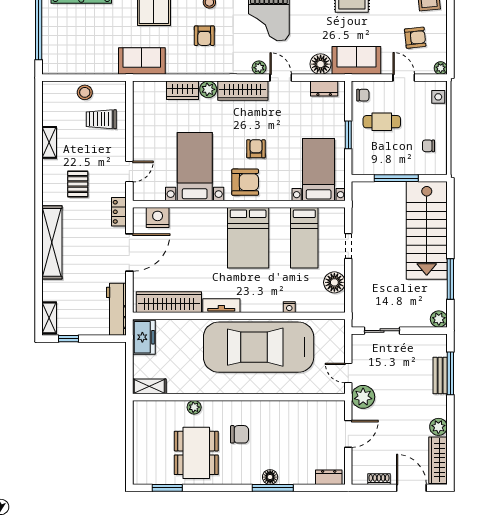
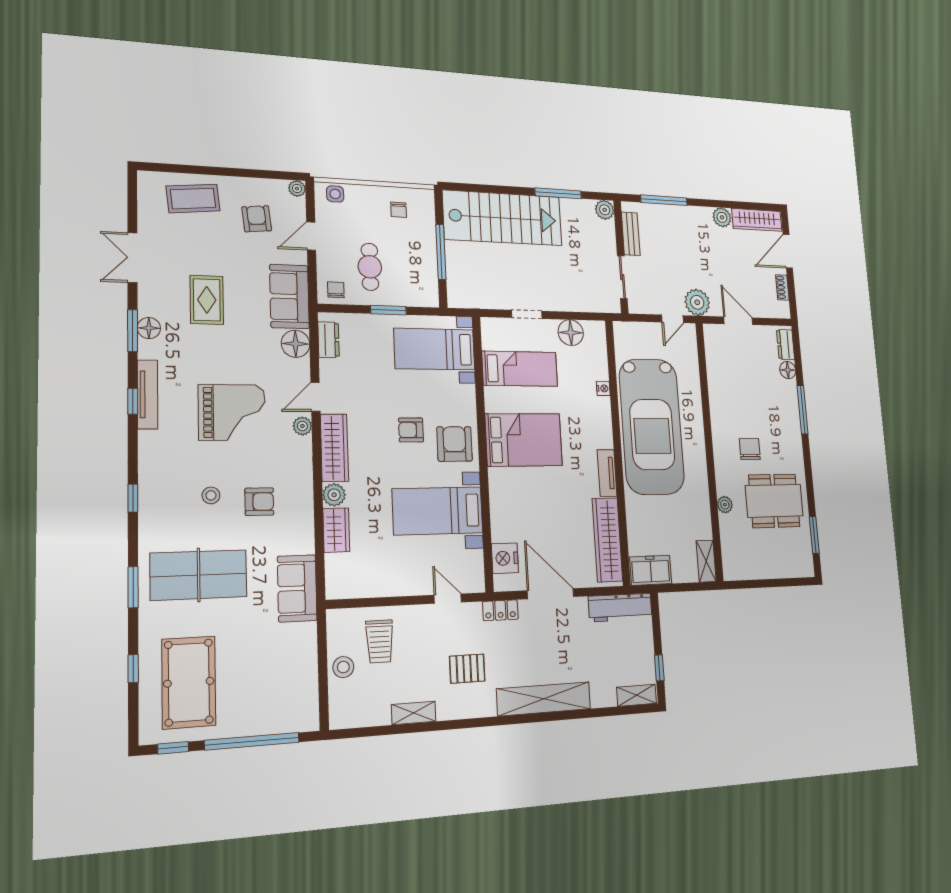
bench: (440, 375) -> (631, 234), moved, turned 90
floor lamp: (270, 477) -> (788, 370), moved

